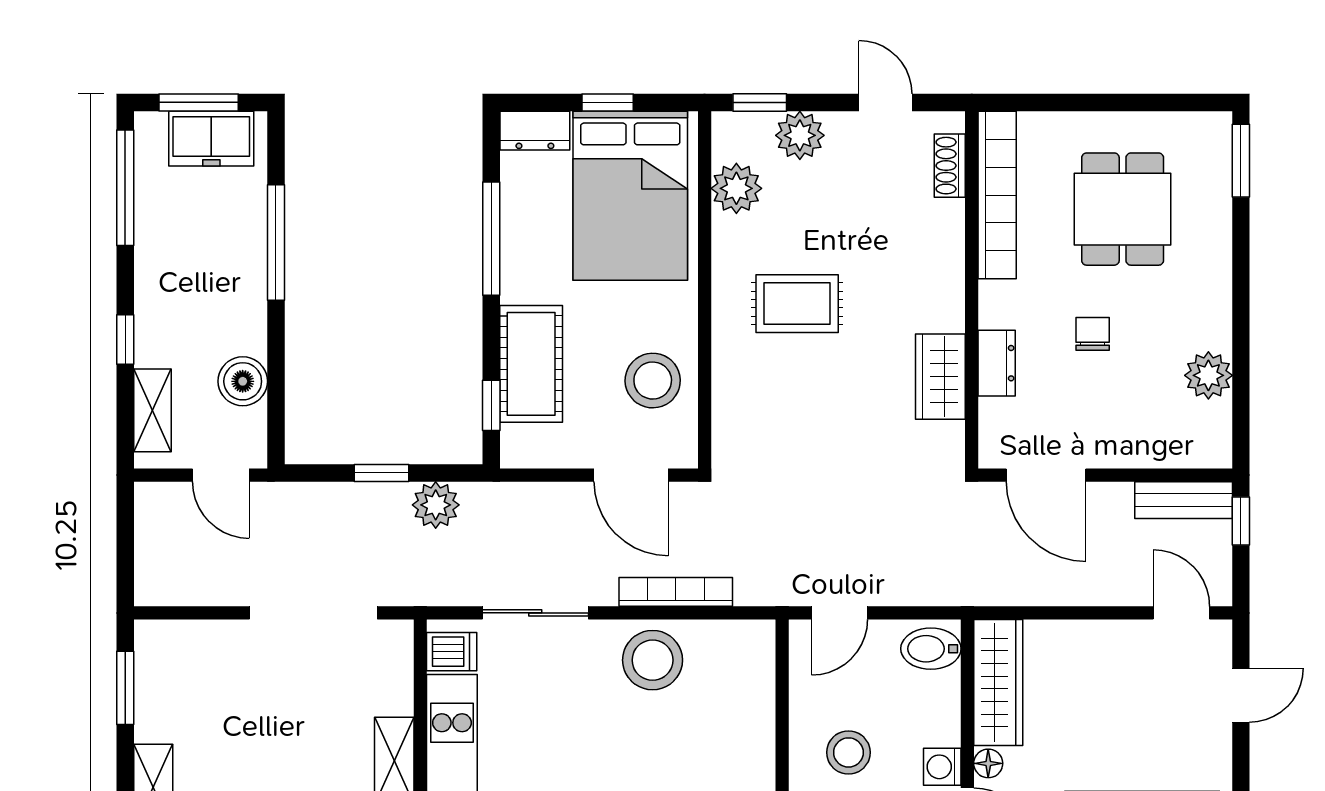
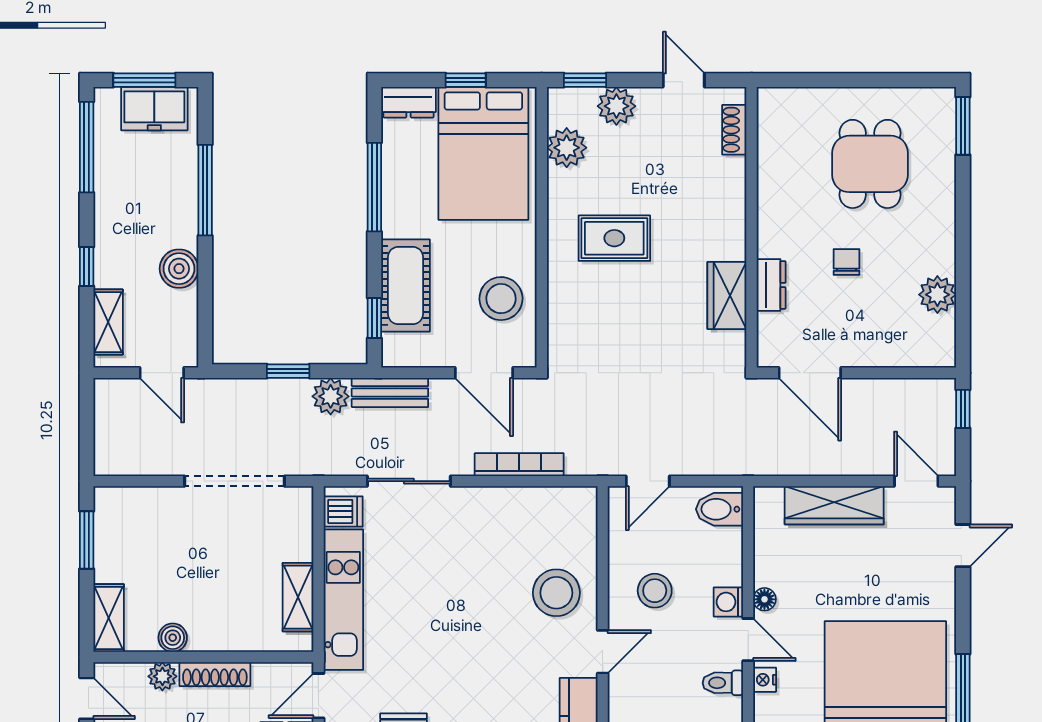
bookcase: (997, 195) -> (772, 153), removed
boiler: (243, 381) -> (179, 269), moved
bench: (1184, 500) -> (390, 393), moved
stool: (653, 660) -> (556, 593), moved
wardrobe: (998, 682) -> (834, 505), moved, turned 90

